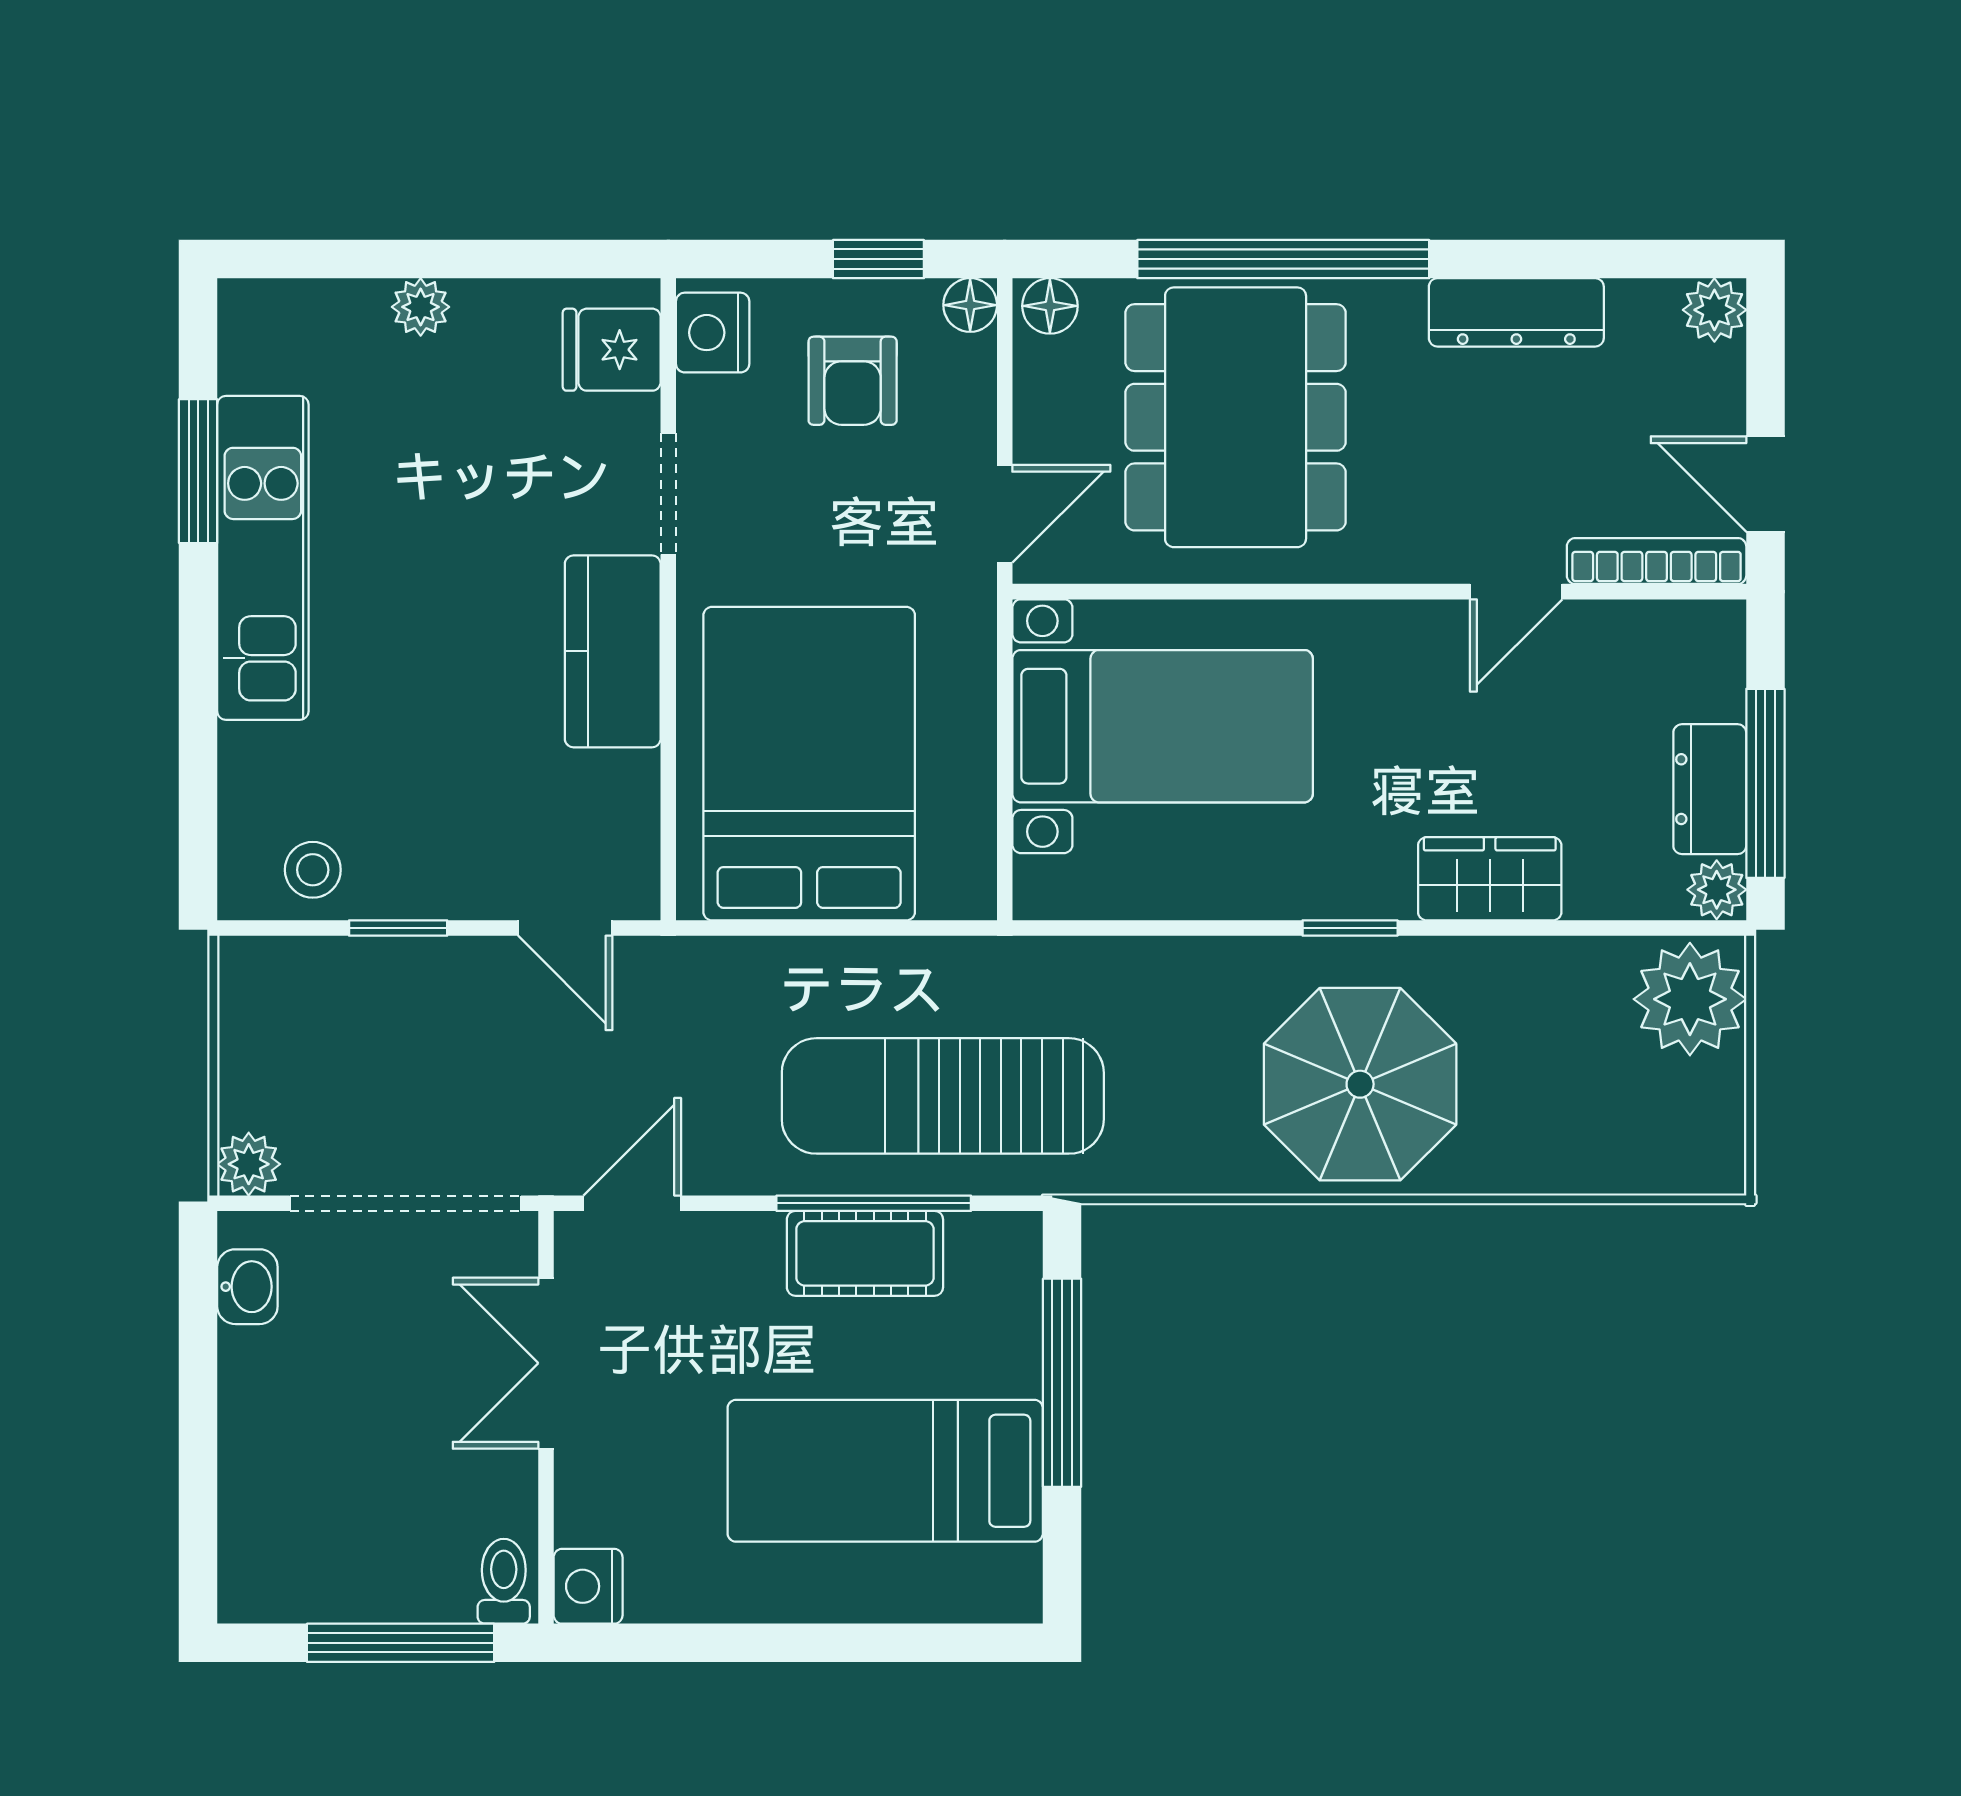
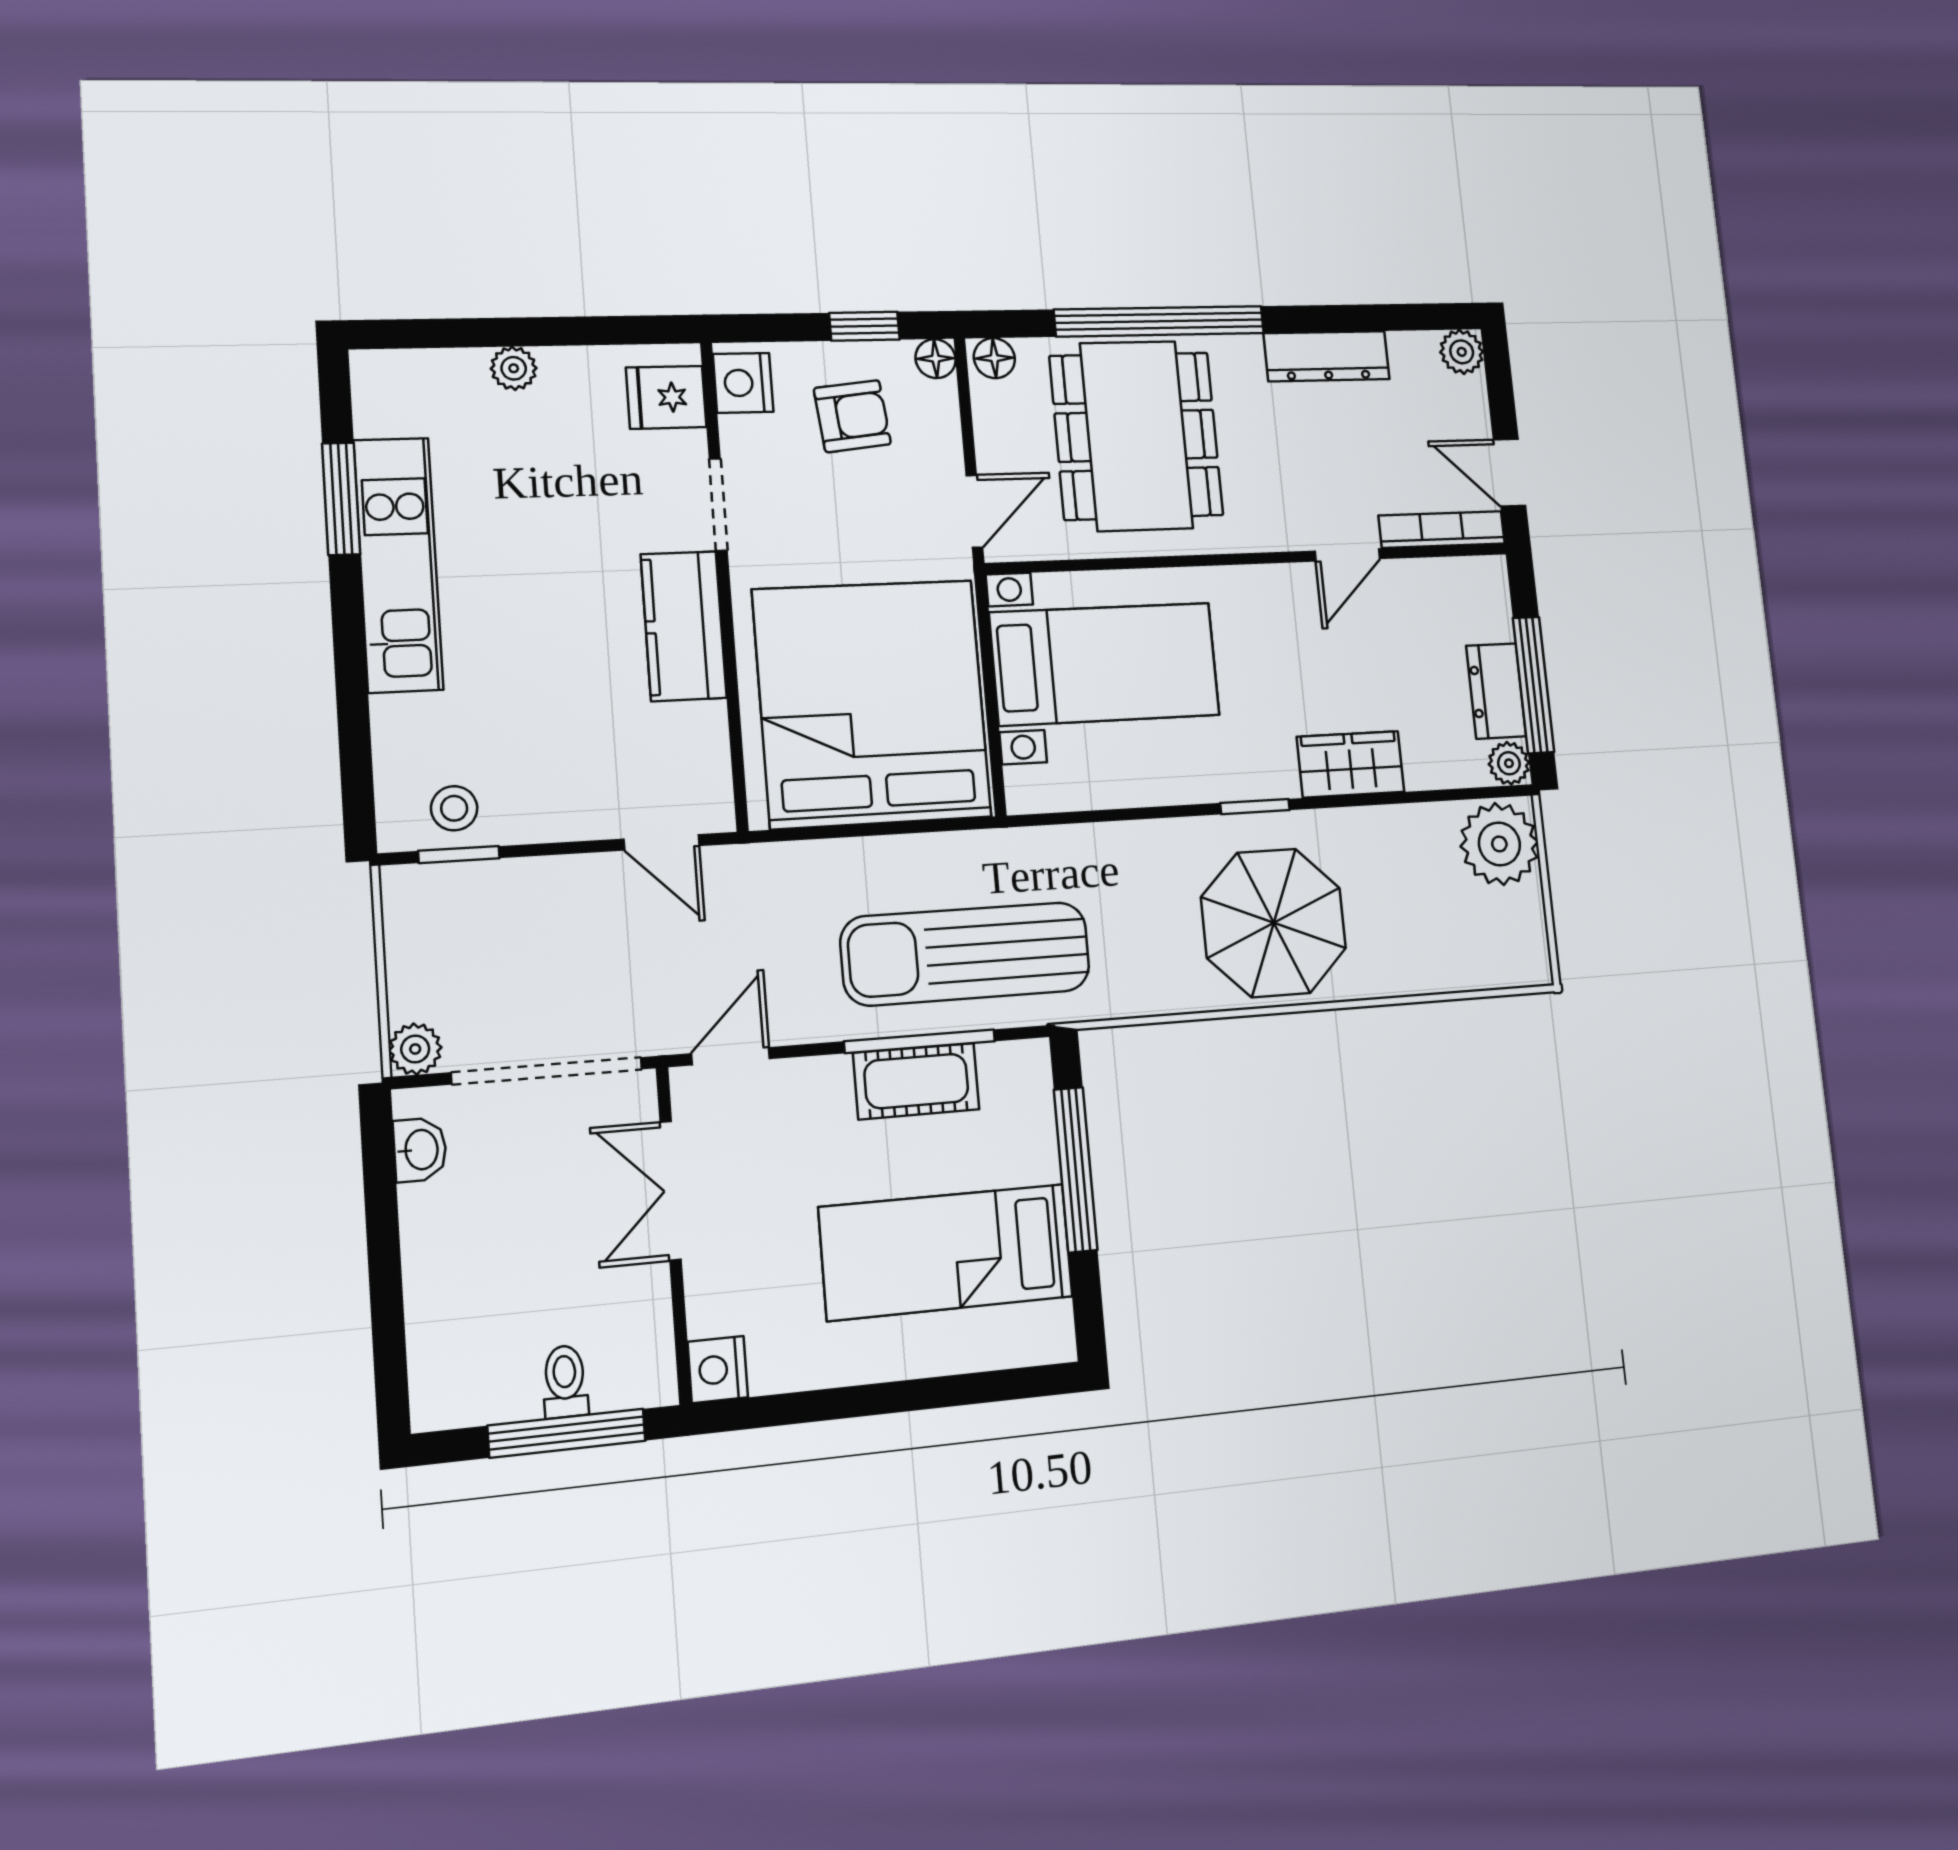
armchair: (853, 381) -> (852, 416), turned -96
bed: (809, 764) -> (872, 703), width x1.36
window: (398, 928) -> (459, 855), moved
toilet: (504, 1581) -> (565, 1382), moved

